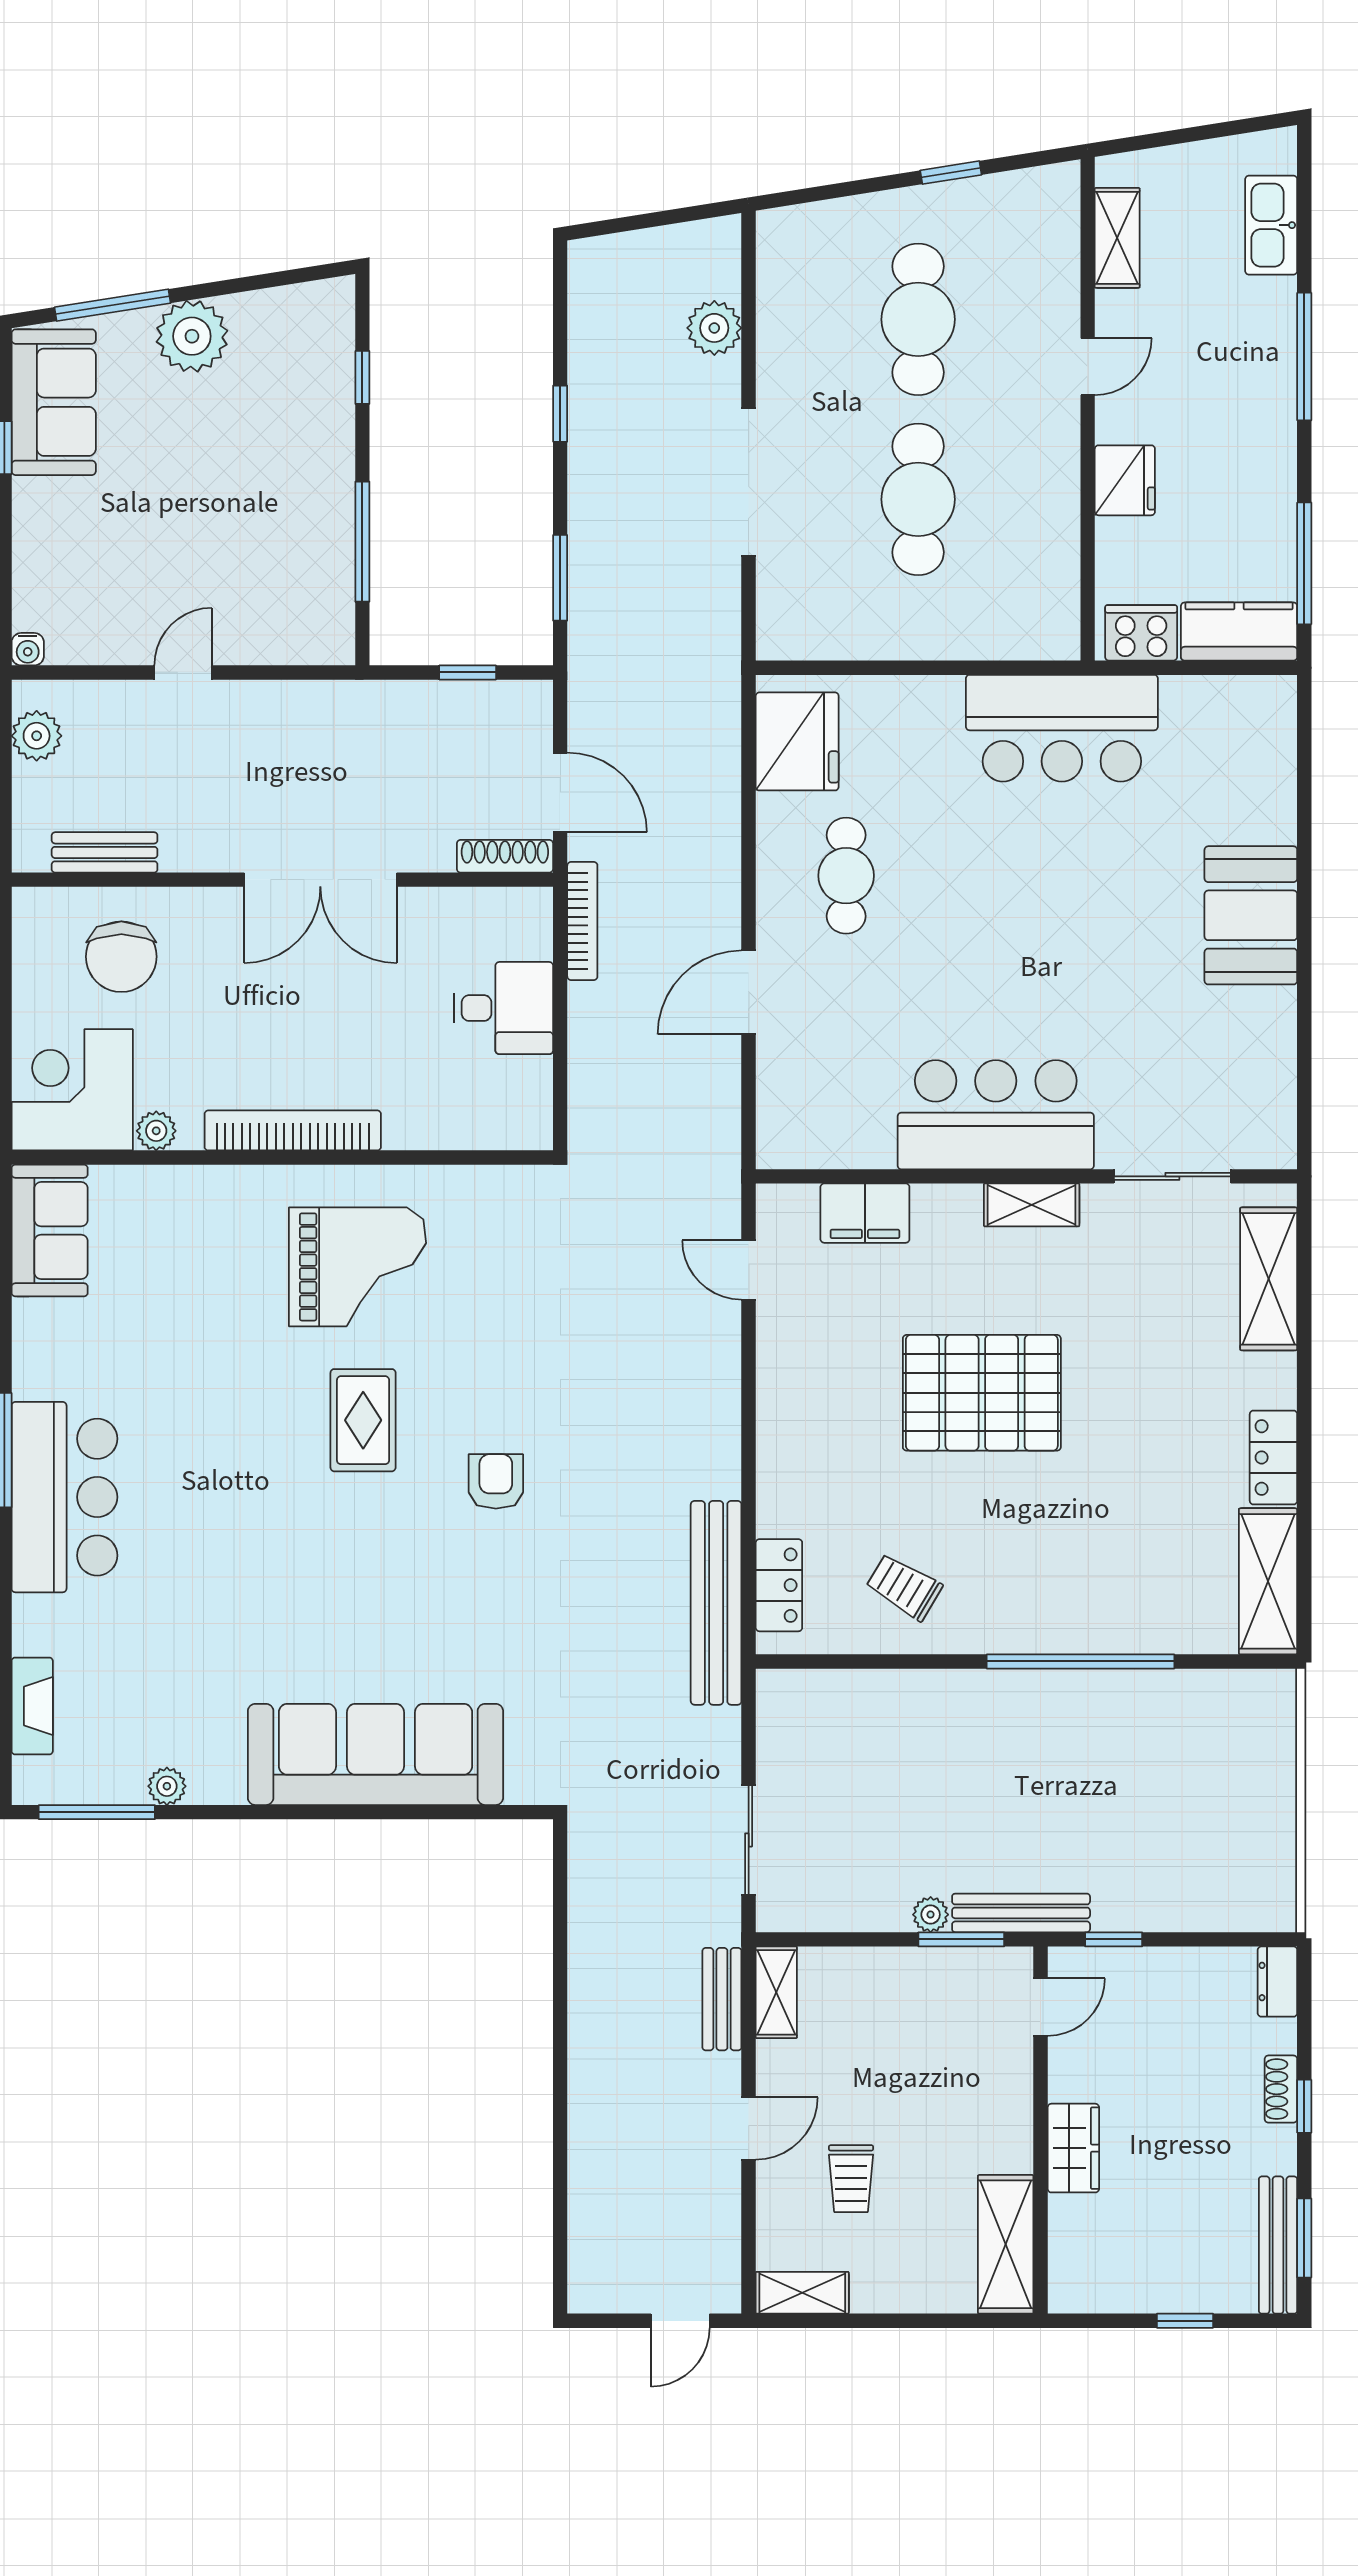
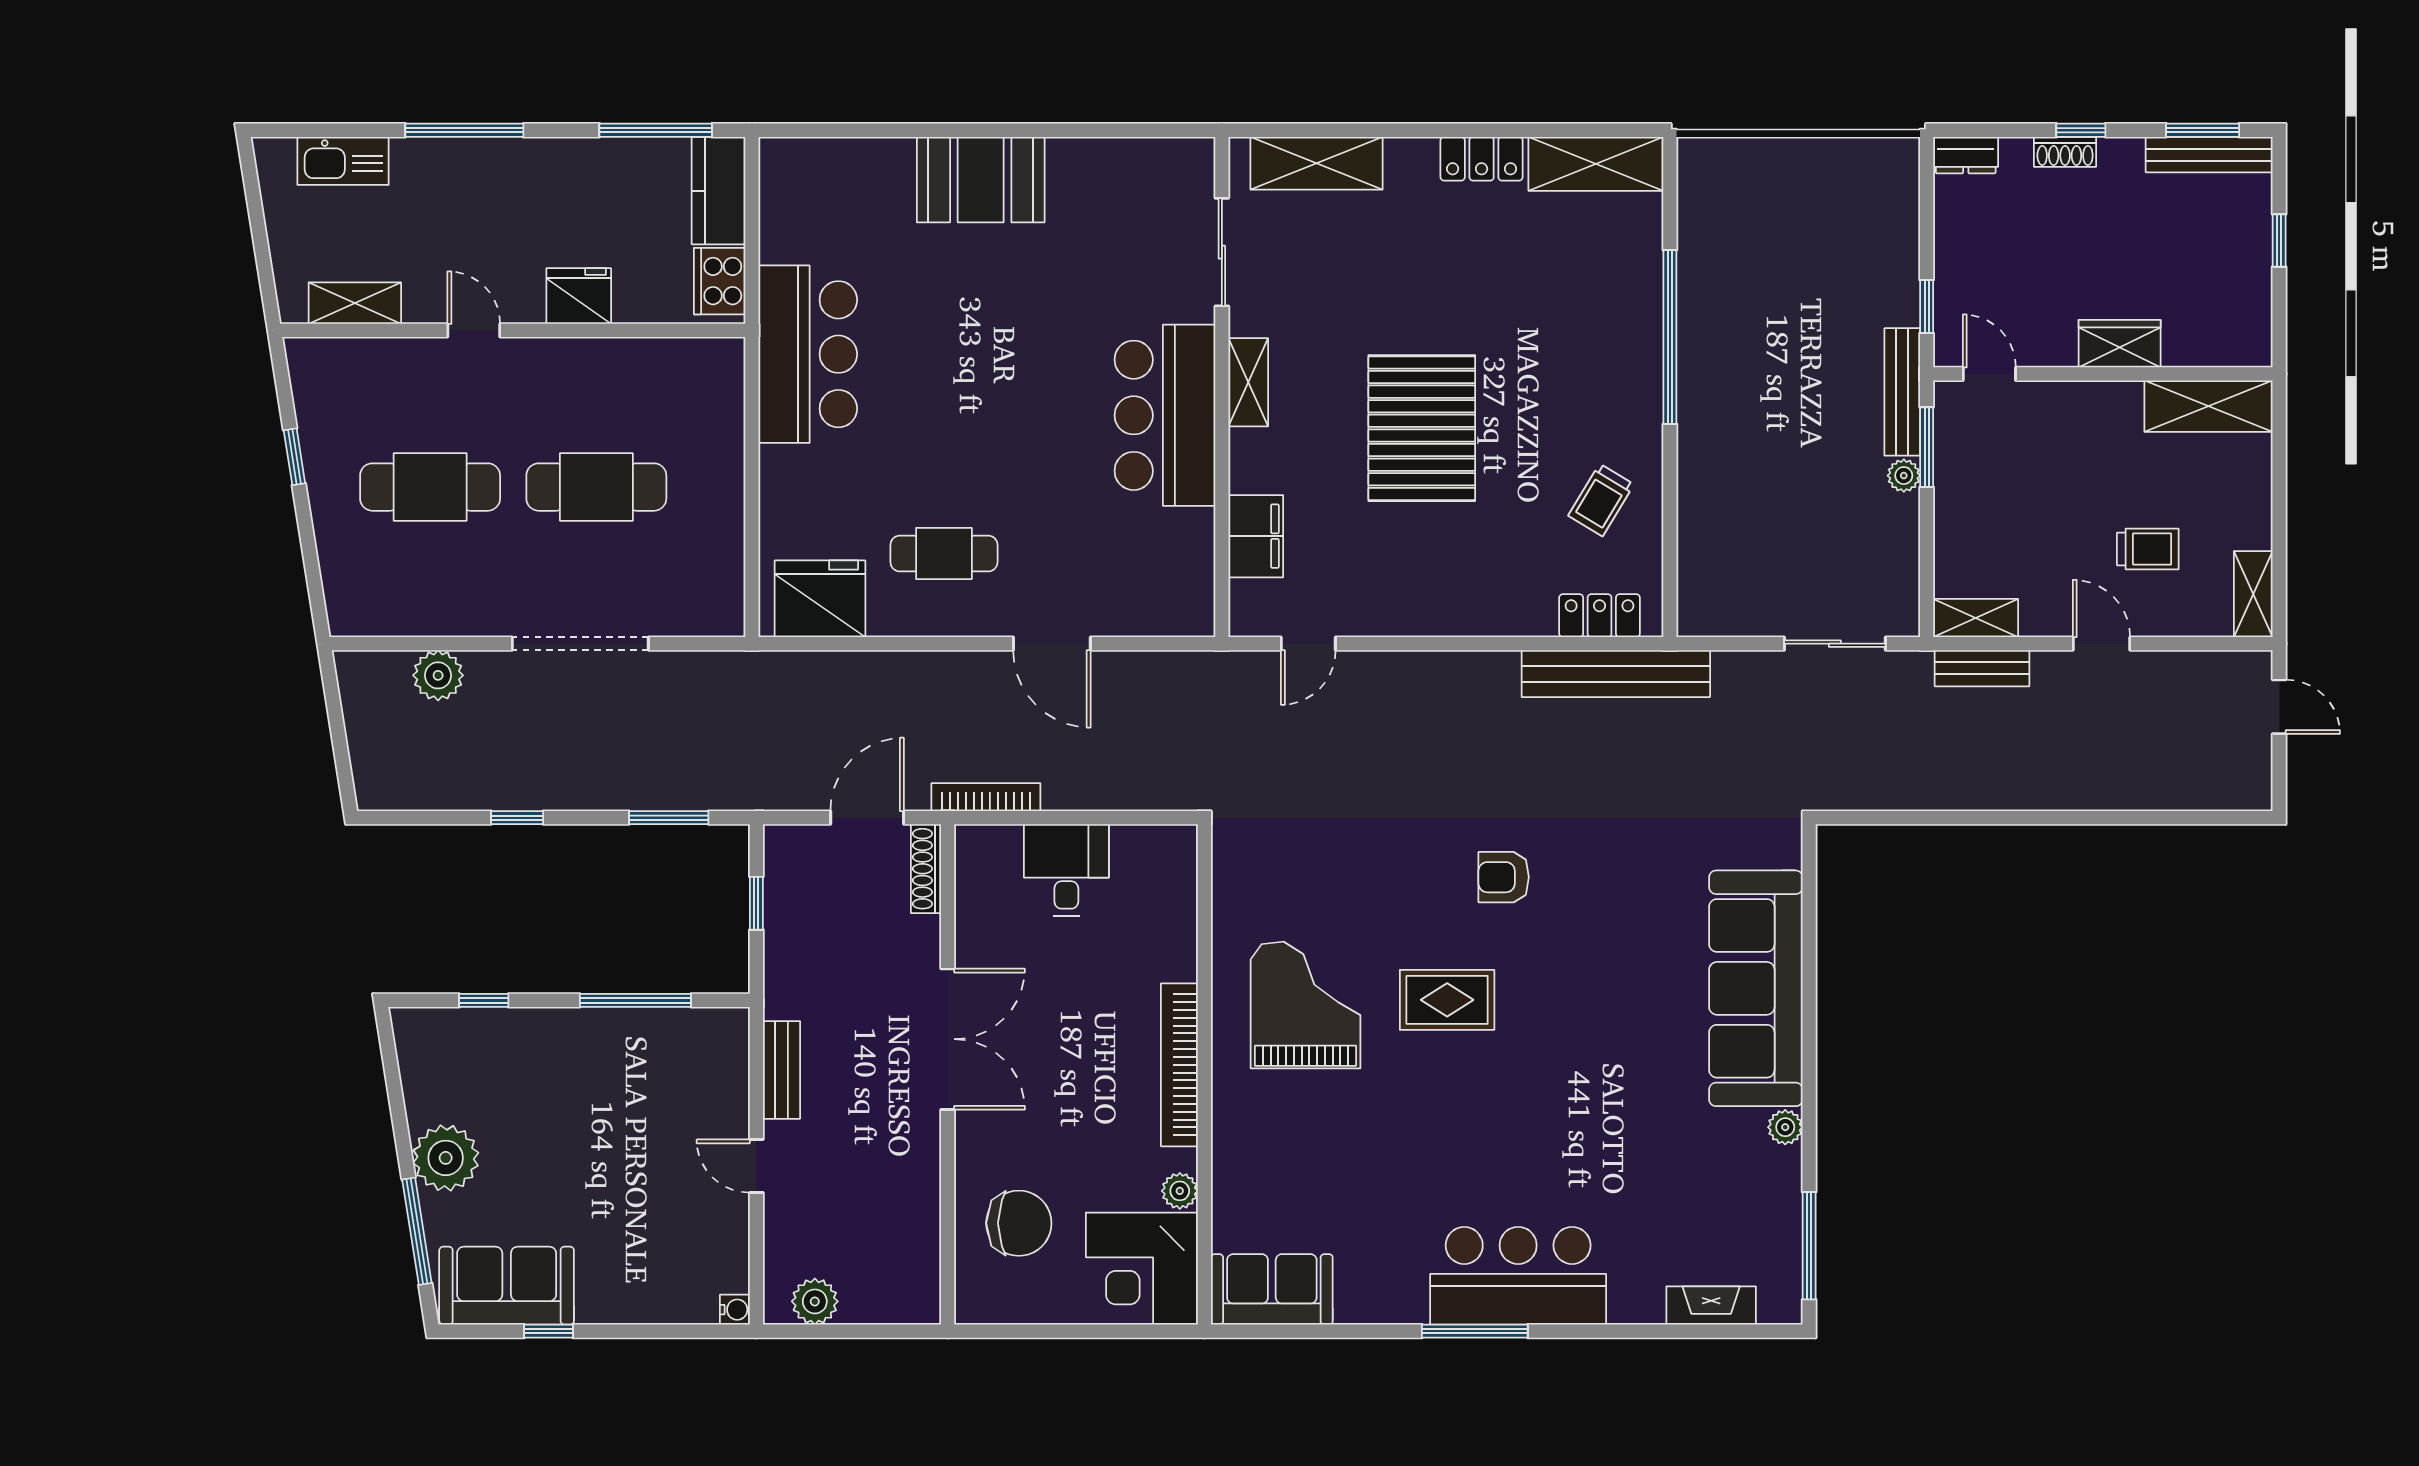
bench: (105, 852) -> (781, 1070), moved
plant: (167, 1786) -> (1785, 1127), moved

